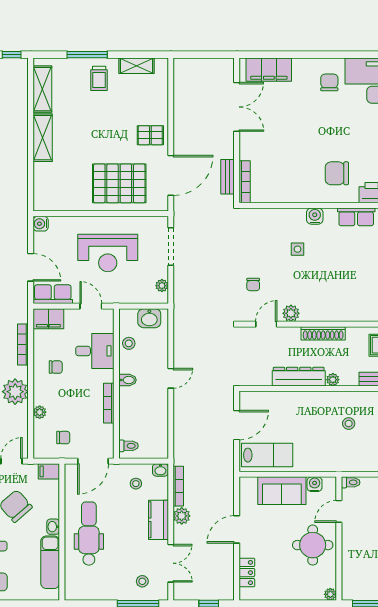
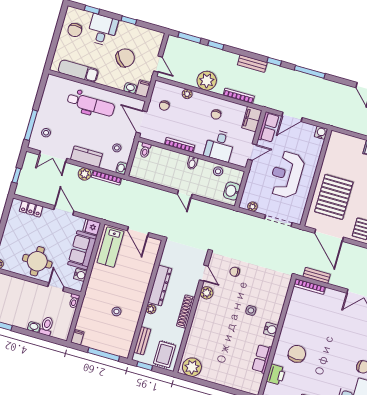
fridge: (248, 487) -> (92, 227), added
washbasin: (53, 527) -> (130, 88), moved

